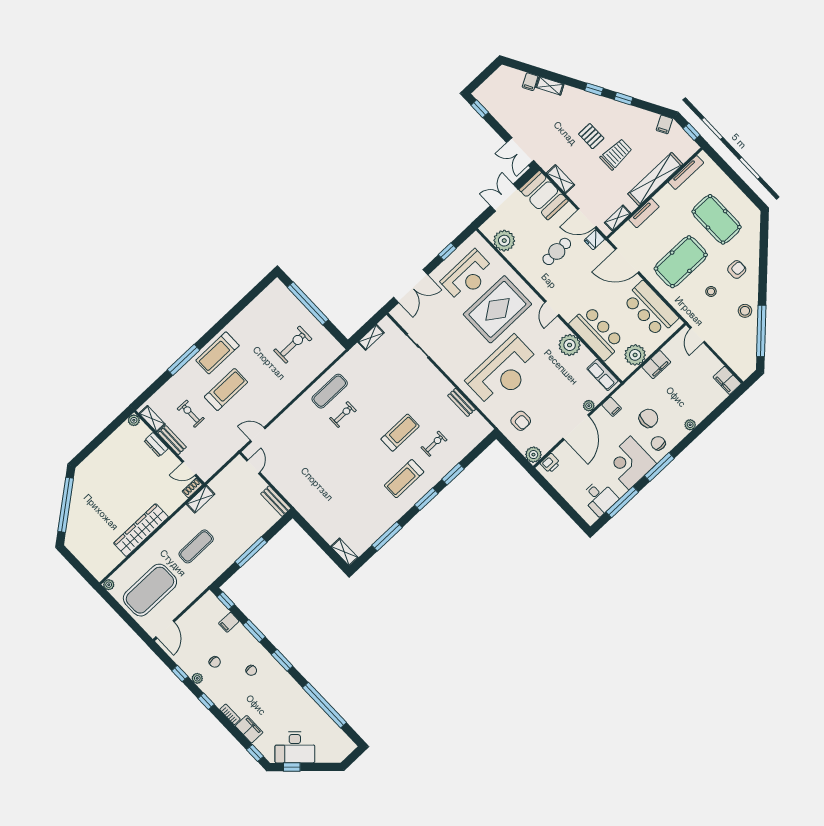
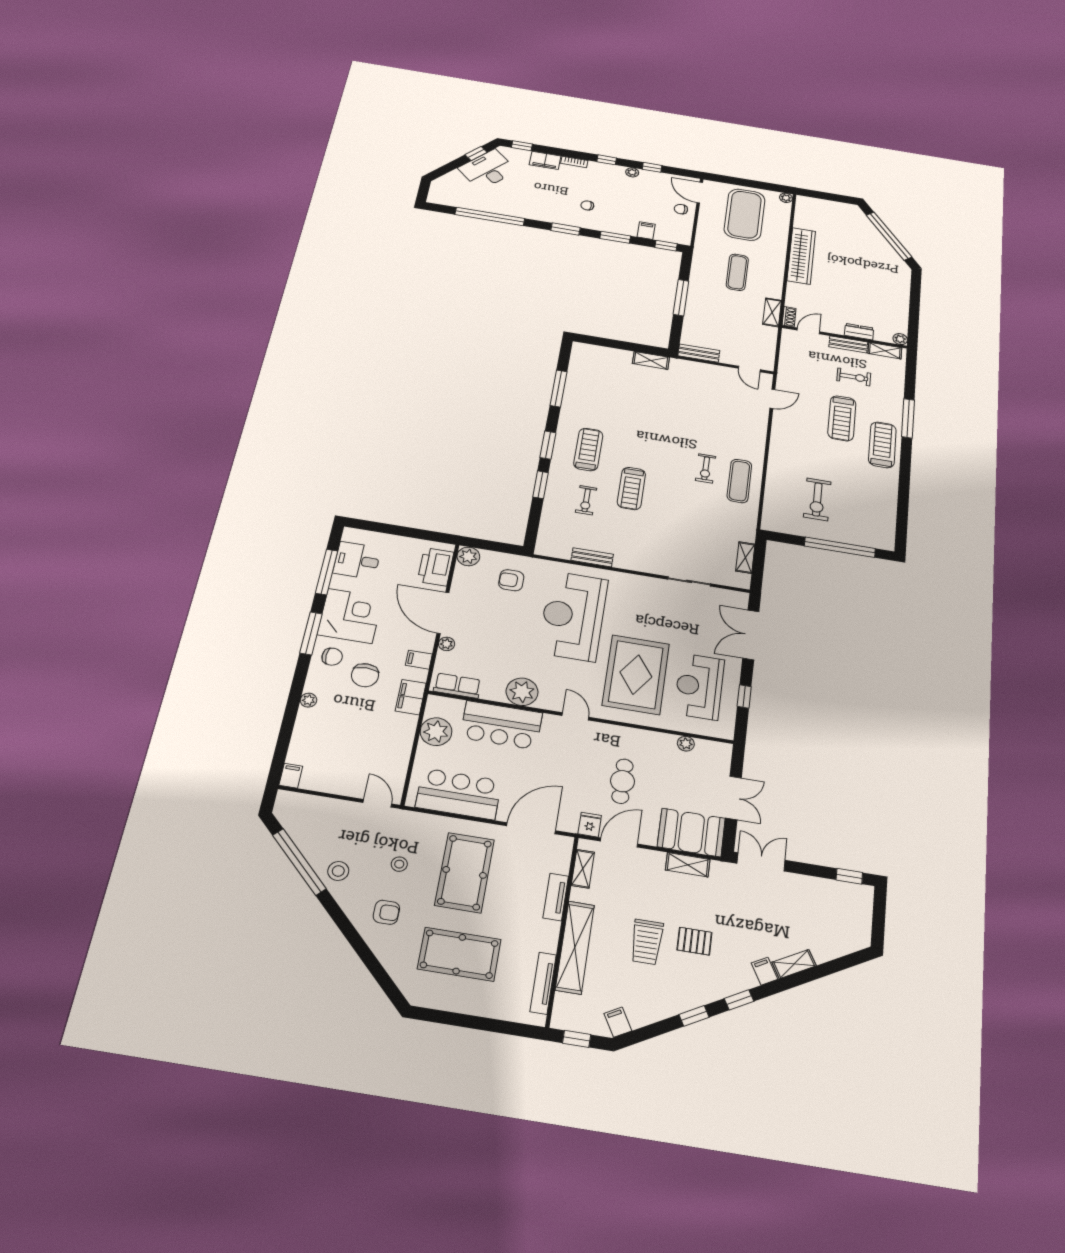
filing cabinet: (530, 82) -> (765, 971), moved
plant: (504, 241) -> (686, 744), width x0.53, depth x0.53
armchair: (737, 269) -> (386, 912), turned -90
filing cabinet: (656, 365) -> (411, 697), moved
filing cabinet: (727, 380) -> (291, 776), width x0.50
printer: (550, 463) -> (436, 567), width x1.87, depth x1.48
shelving: (344, 552) -> (651, 360), moved
chair: (215, 662) -> (681, 209), moved

